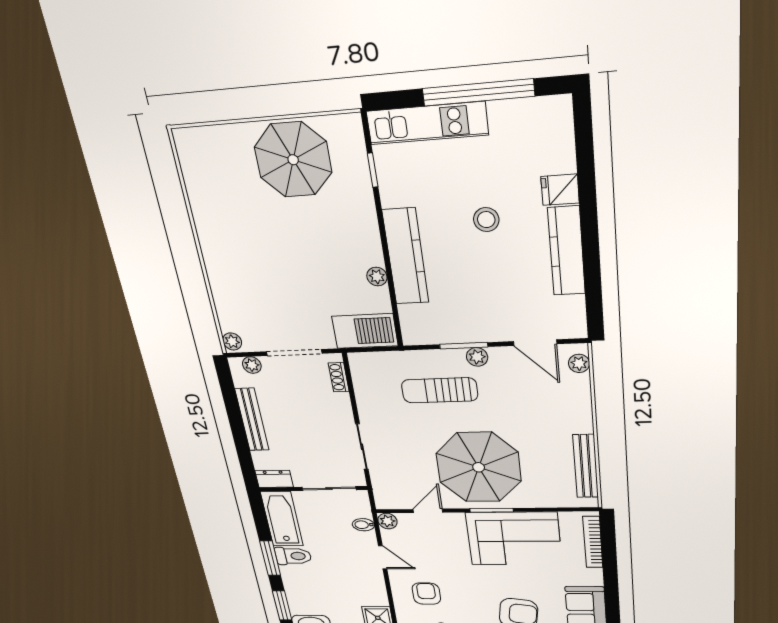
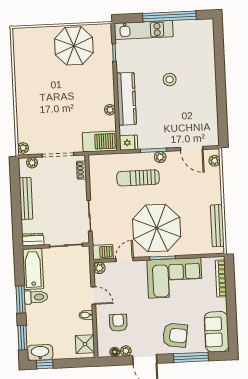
fridge: (560, 190) -> (129, 143), moved, turned 180
kitchen counter: (566, 251) -> (209, 97), removed
barbecue: (391, 499) -> (103, 252), added
bidet: (363, 525) -> (86, 315), moved

